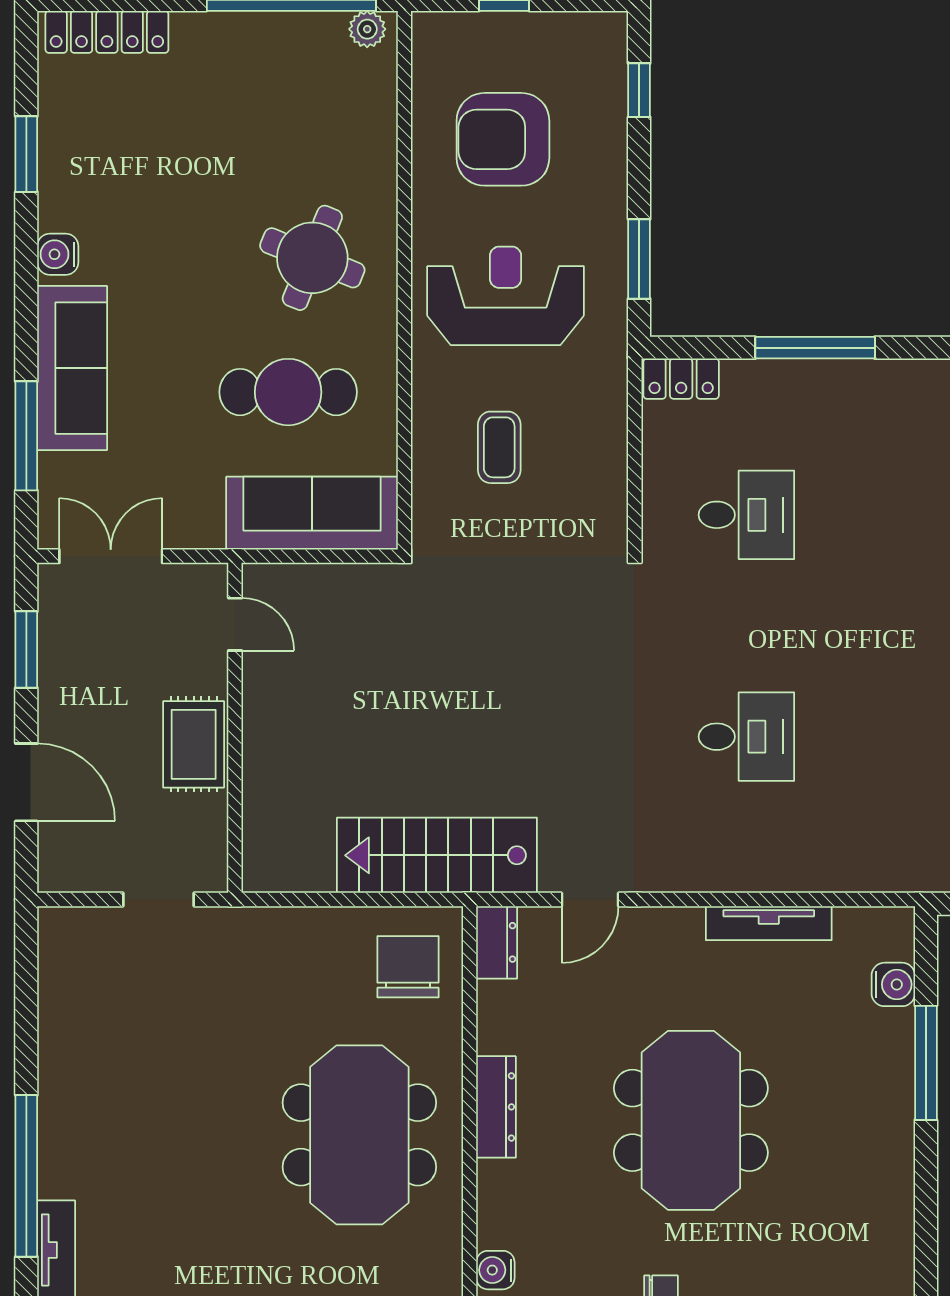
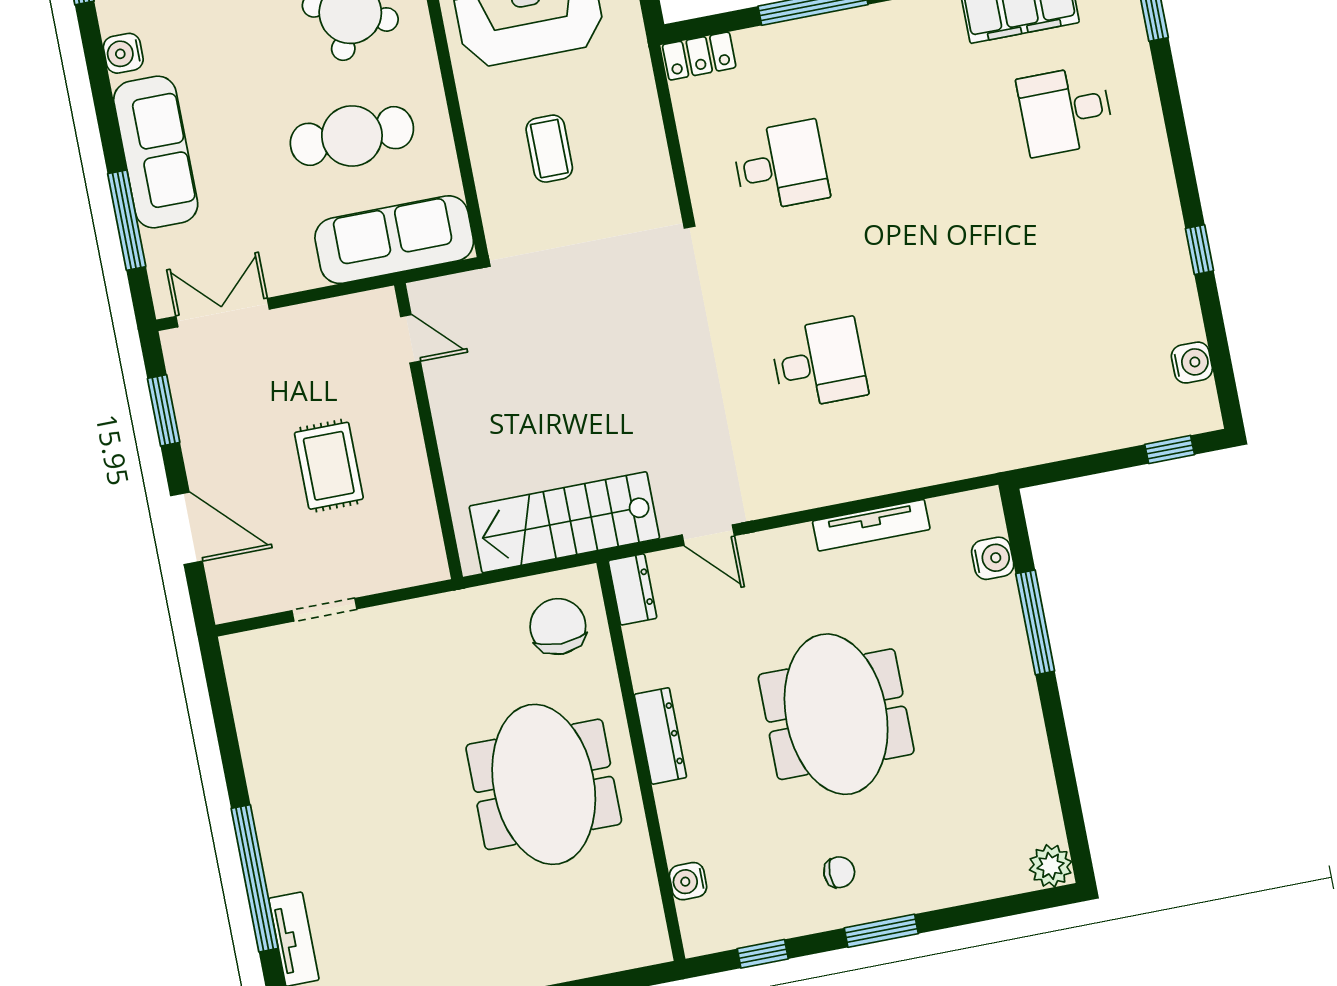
door: (235, 624) -> (411, 339), moved
wall: (235, 728) -> (428, 431), moved
door: (590, 900) -> (708, 535), hinge flipped

